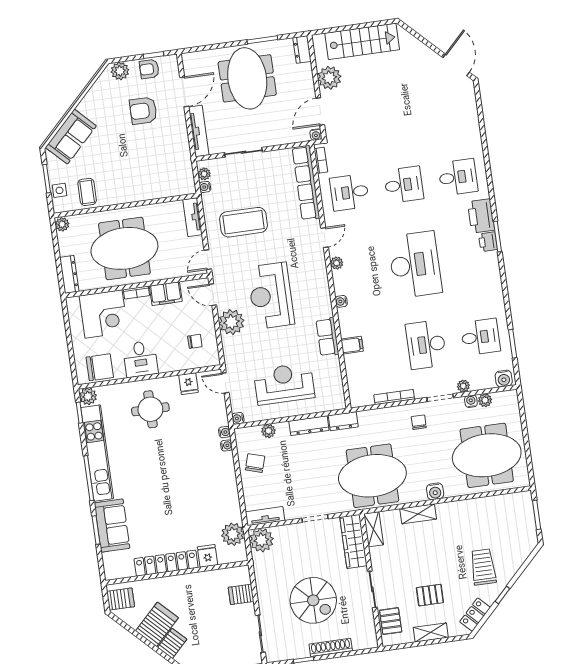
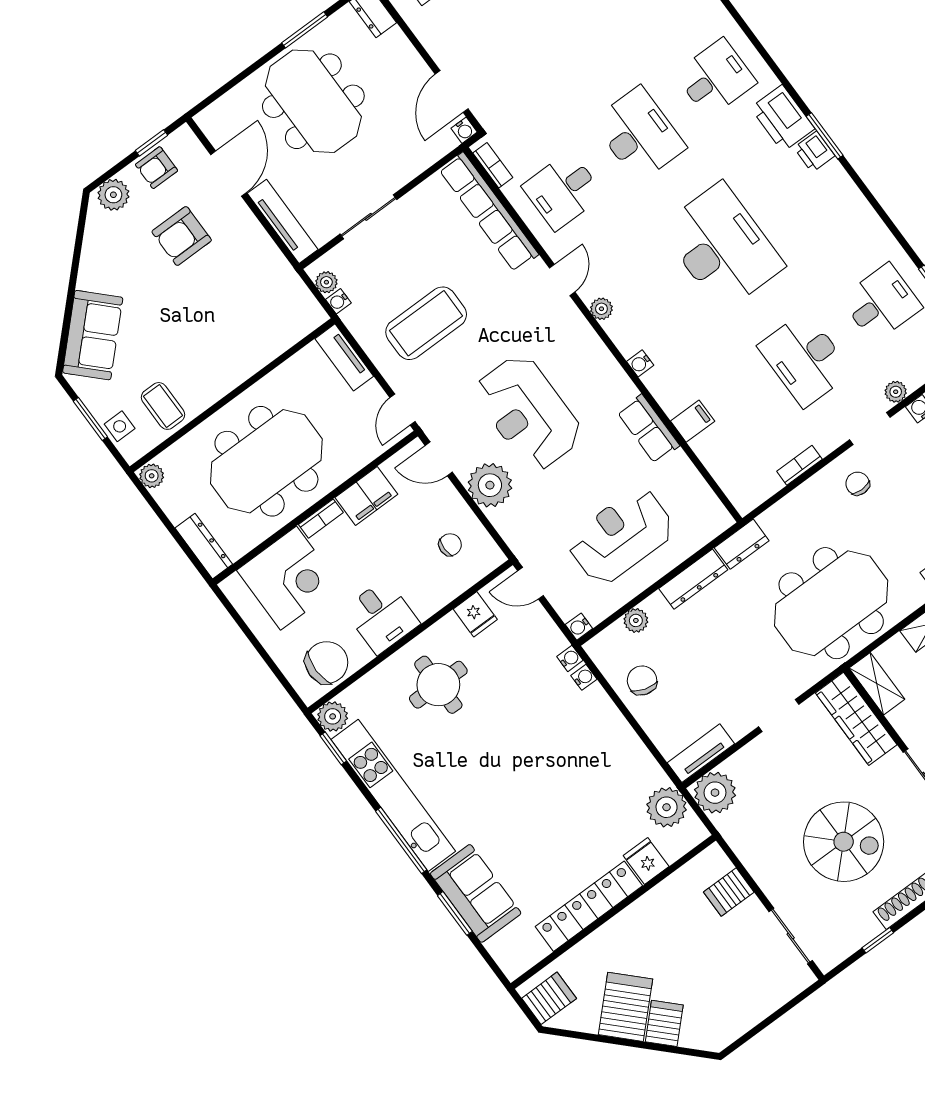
plant: (329, 78) -> (438, 33), removed
desk: (404, 185) -> (639, 134), width x1.37
bookcase: (394, 397) -> (799, 465), width x0.64

